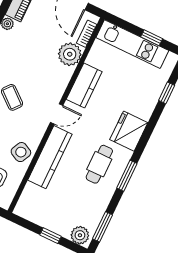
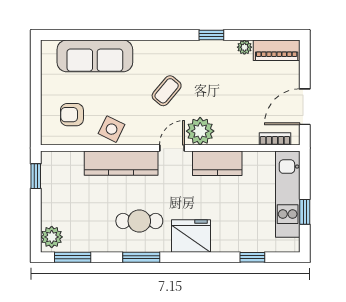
plant: (70, 54) -> (200, 131), moved
door: (57, 114) -> (172, 148), swing flipped
window: (50, 236) -> (36, 176), moved

